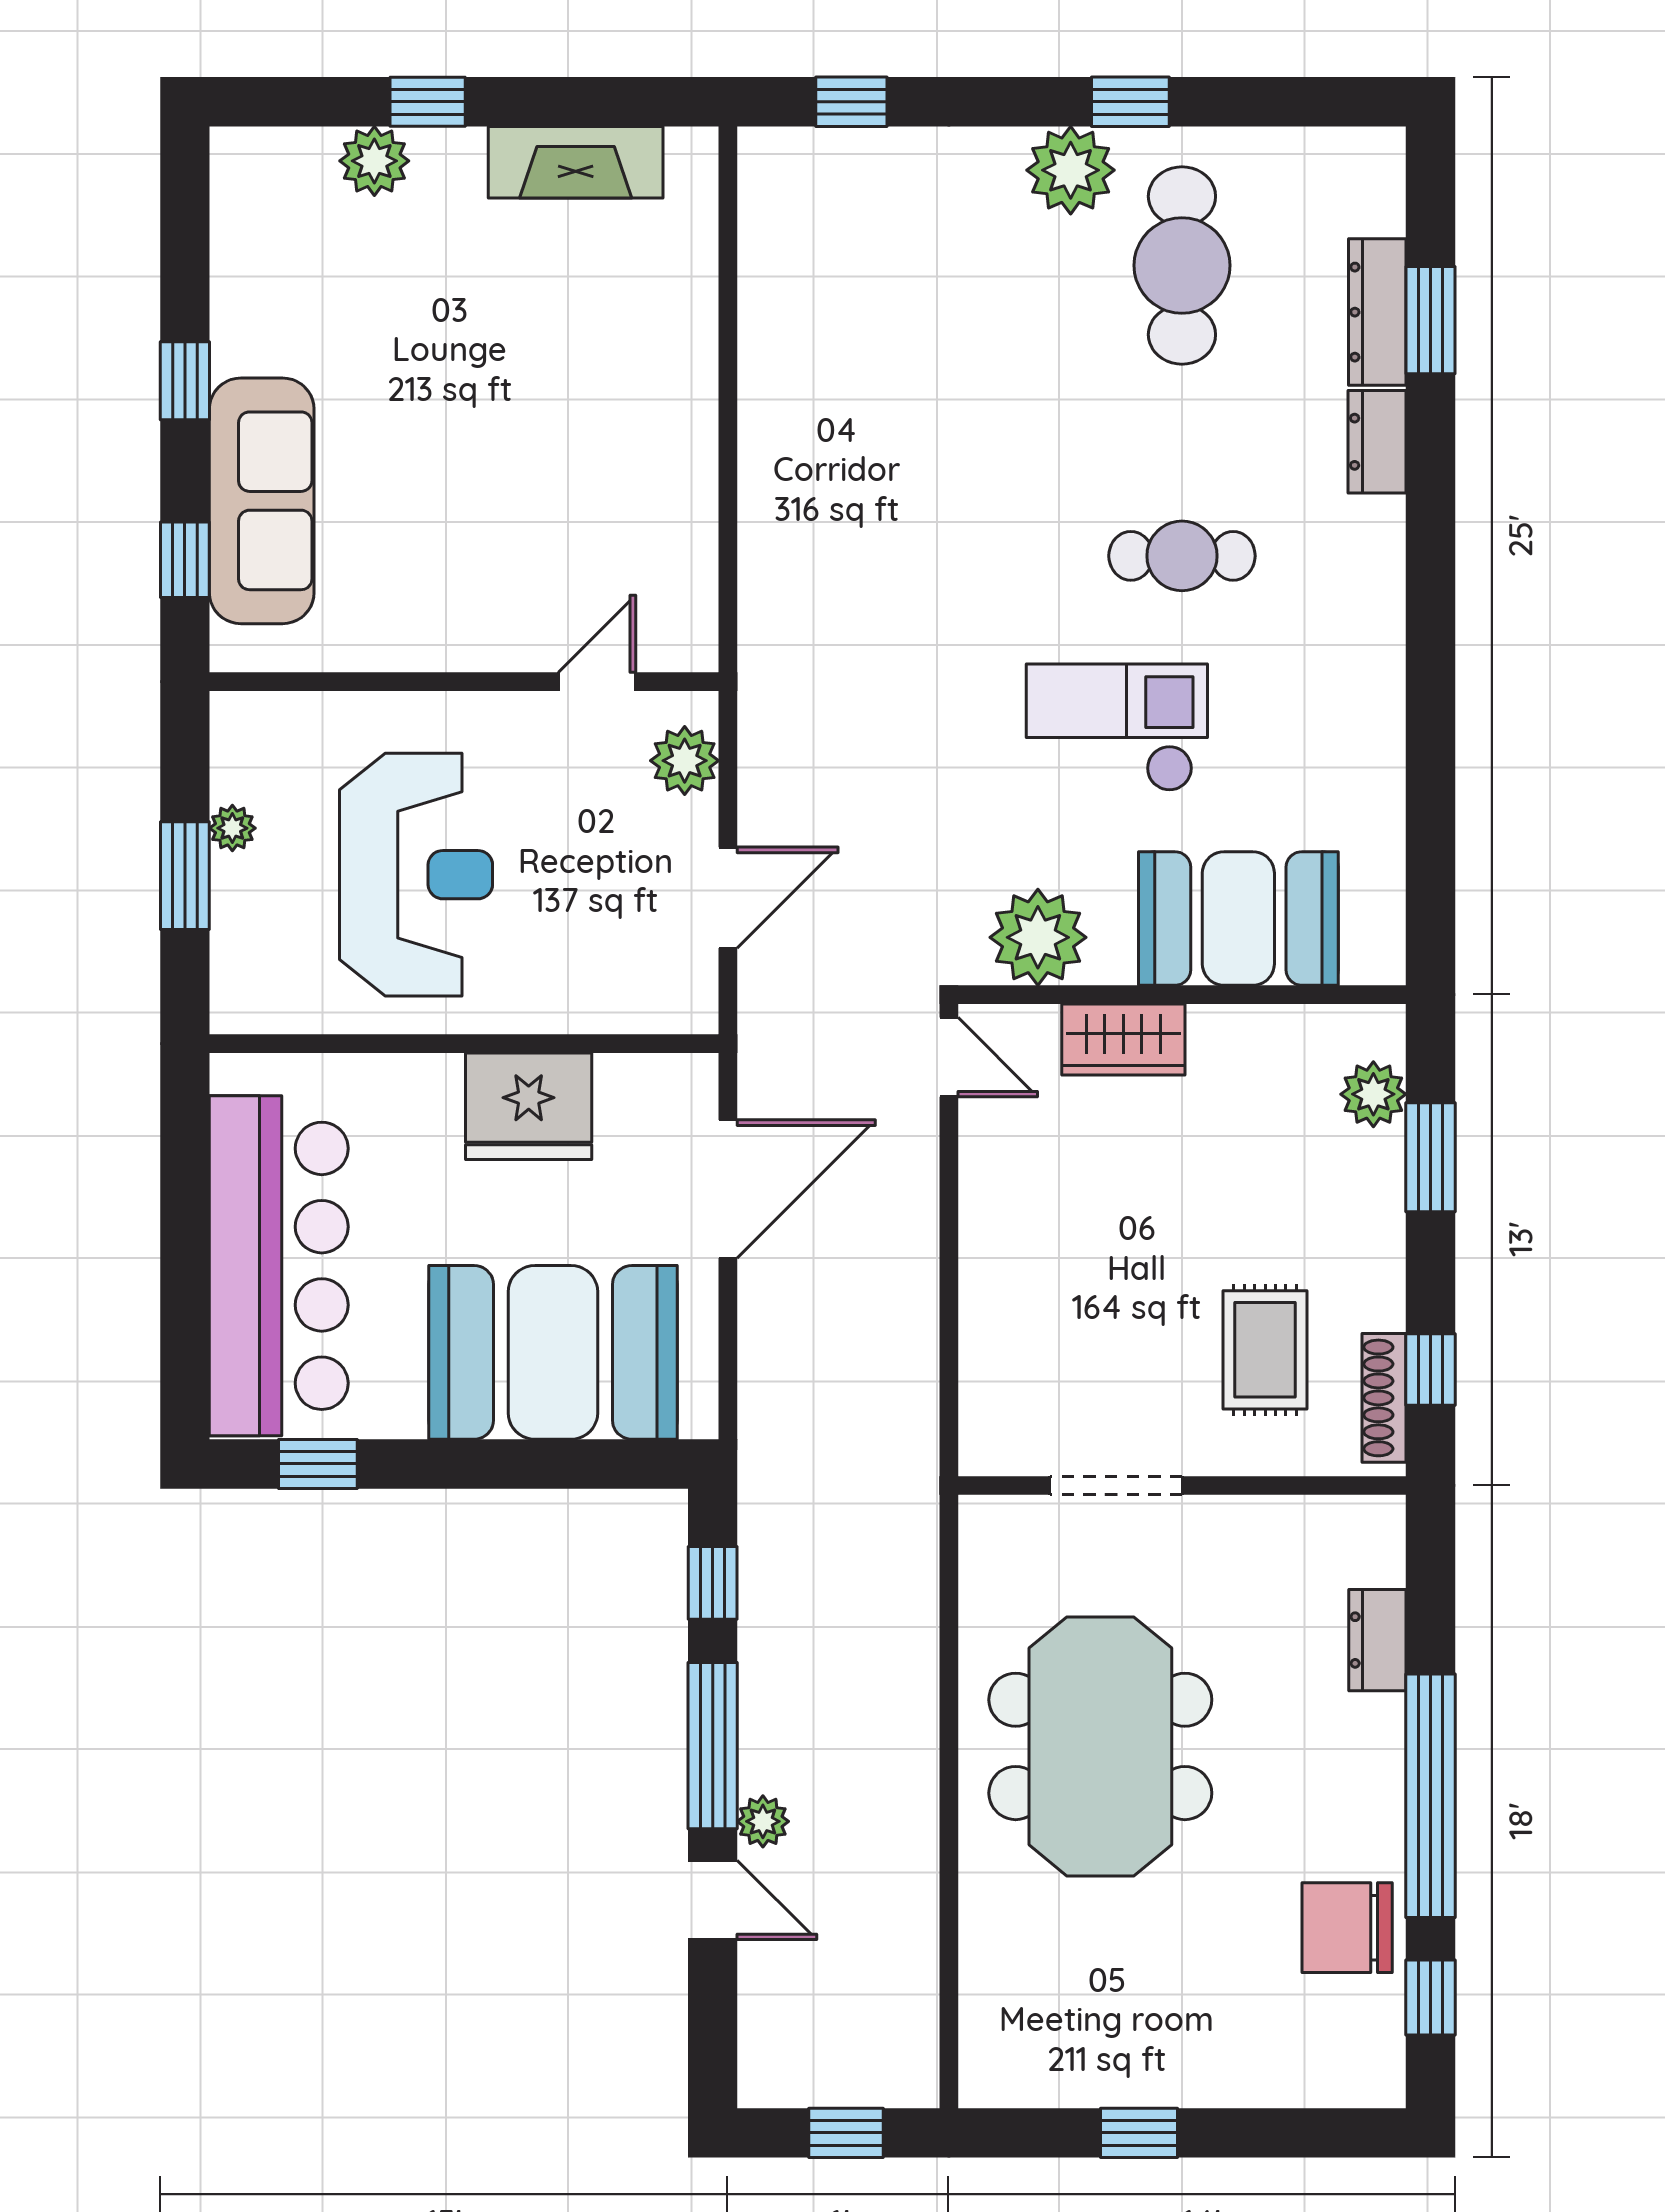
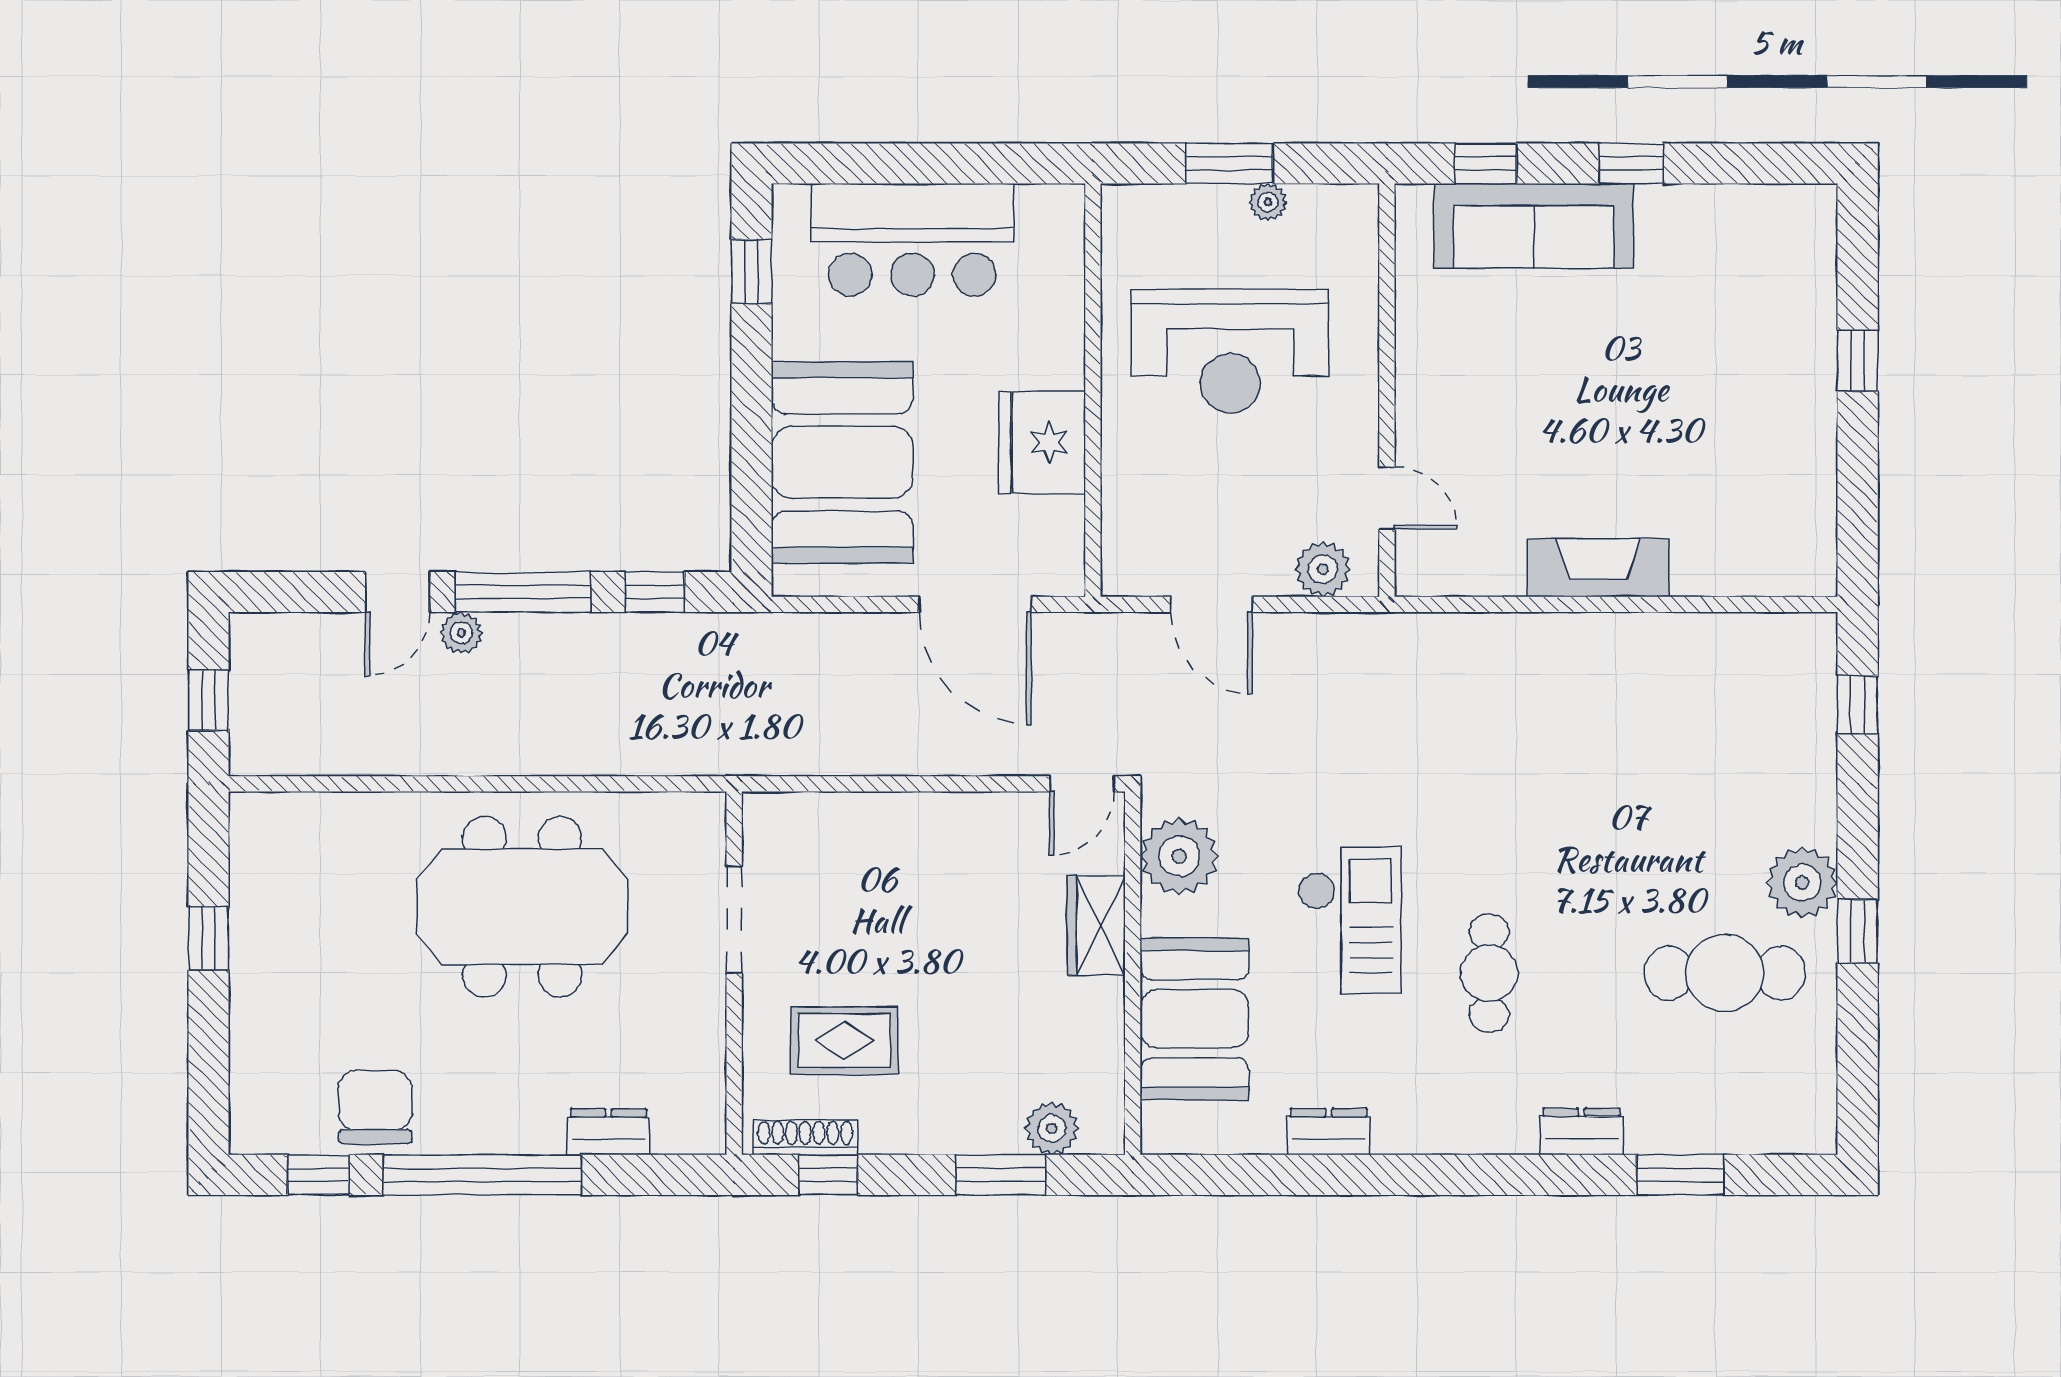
plant: (374, 161) -> (1810, 317), removed
fireplace: (576, 162) -> (1598, 568), moved, turned 90
dresser: (1377, 312) -> (1329, 1132), moved, width x0.70
bar counter: (279, 1266) -> (912, 240), width x0.73

